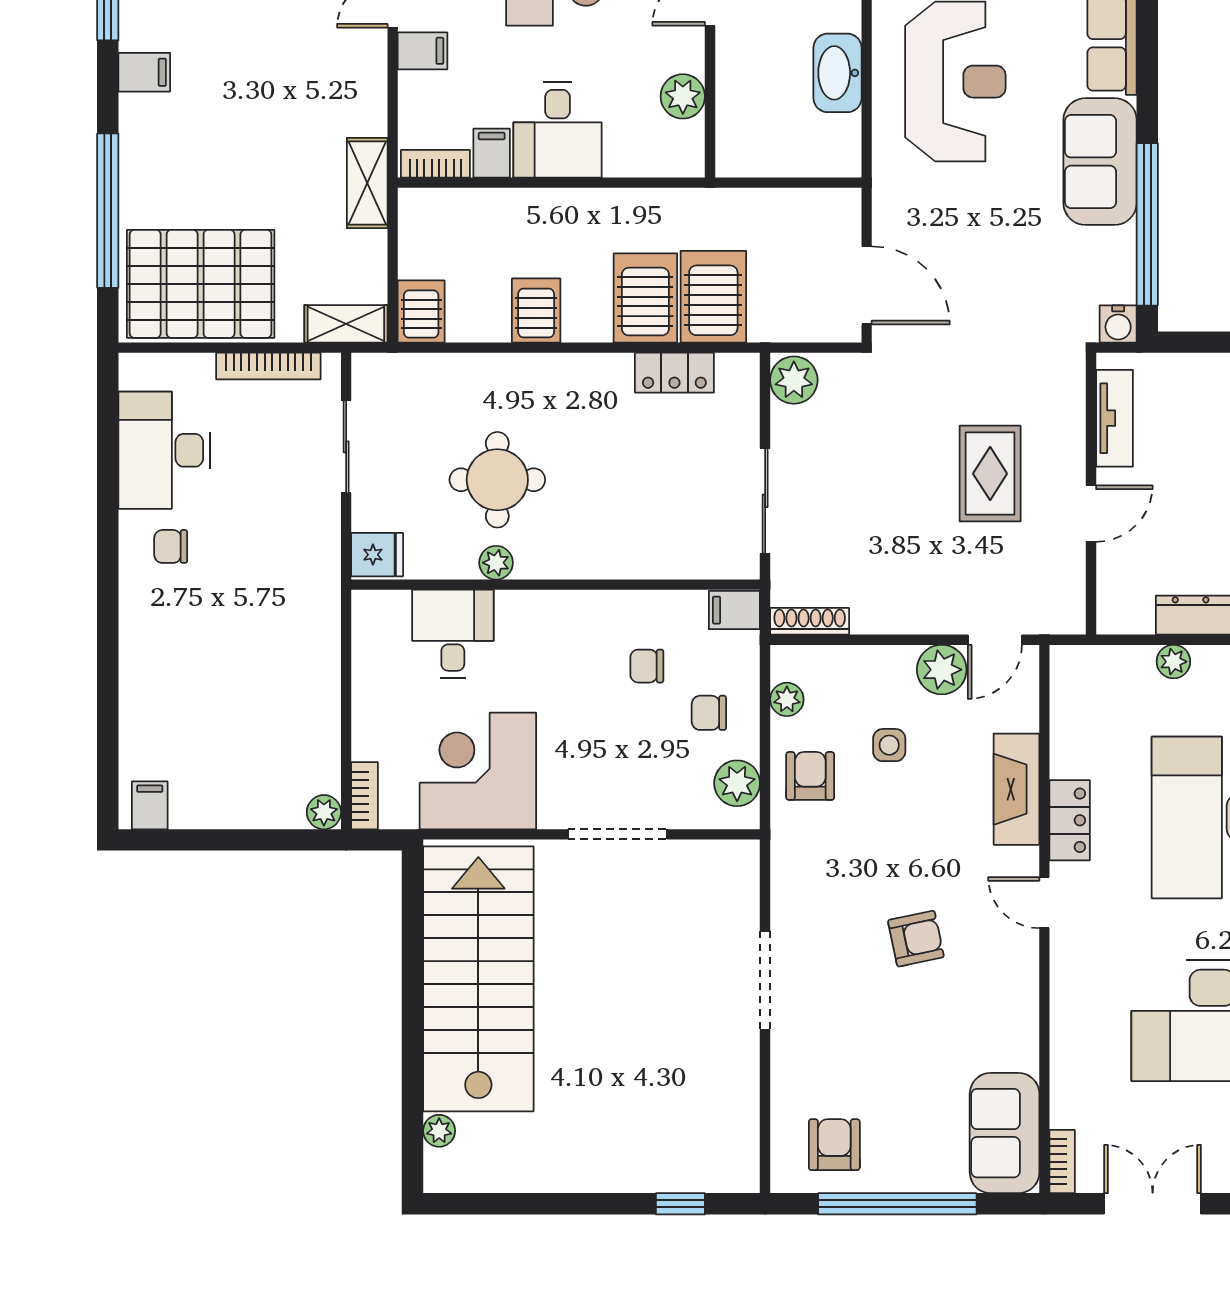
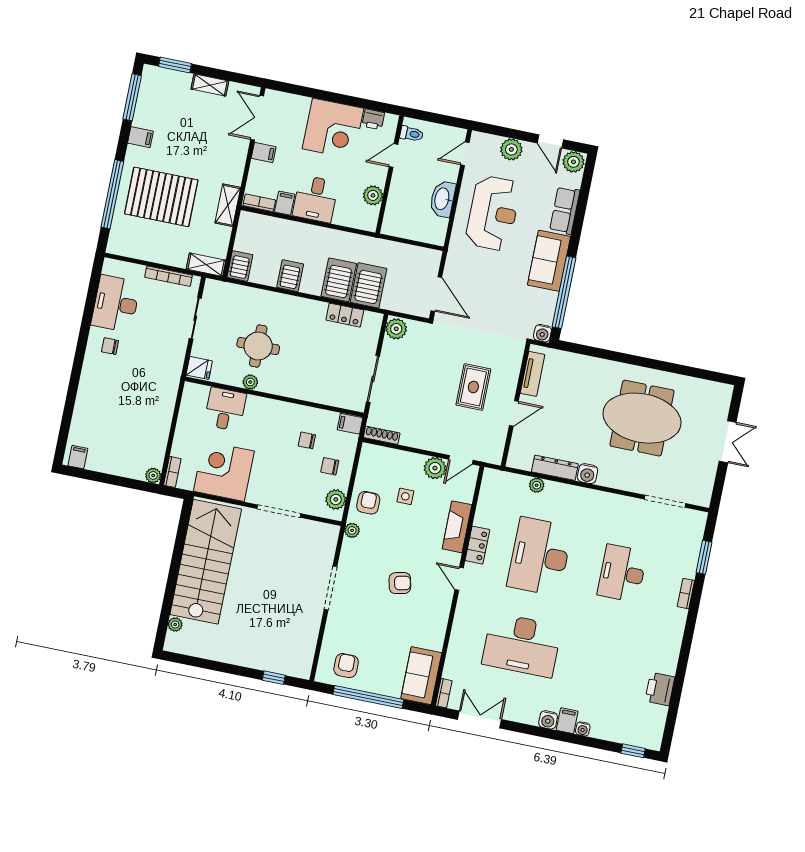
pallet: (201, 284) -> (161, 197), moved
plant: (787, 699) -> (352, 530), moved

